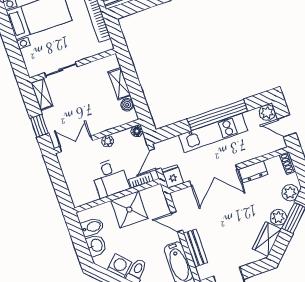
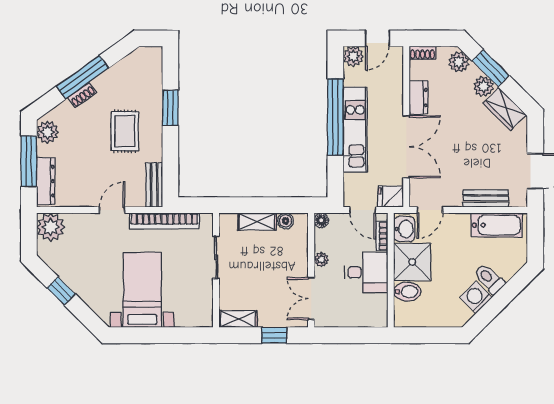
sliding door: (61, 70) -> (216, 257), moved
door: (177, 222) -> (430, 210), moved
bidet: (92, 227) -> (407, 292), moved, turned 90
washbasin: (96, 245) -> (404, 229), moved, turned 90

